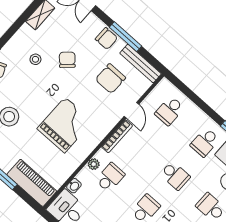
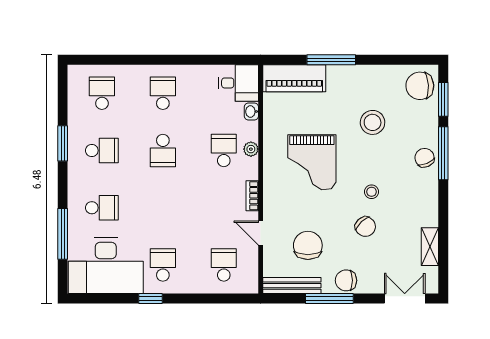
stool: (35, 59) -> (372, 192), moved
bookcase: (117, 136) -> (252, 196), width x0.64
school desk: (175, 176) -> (163, 208), removed
school desk: (110, 177) -> (224, 150), turned 180

